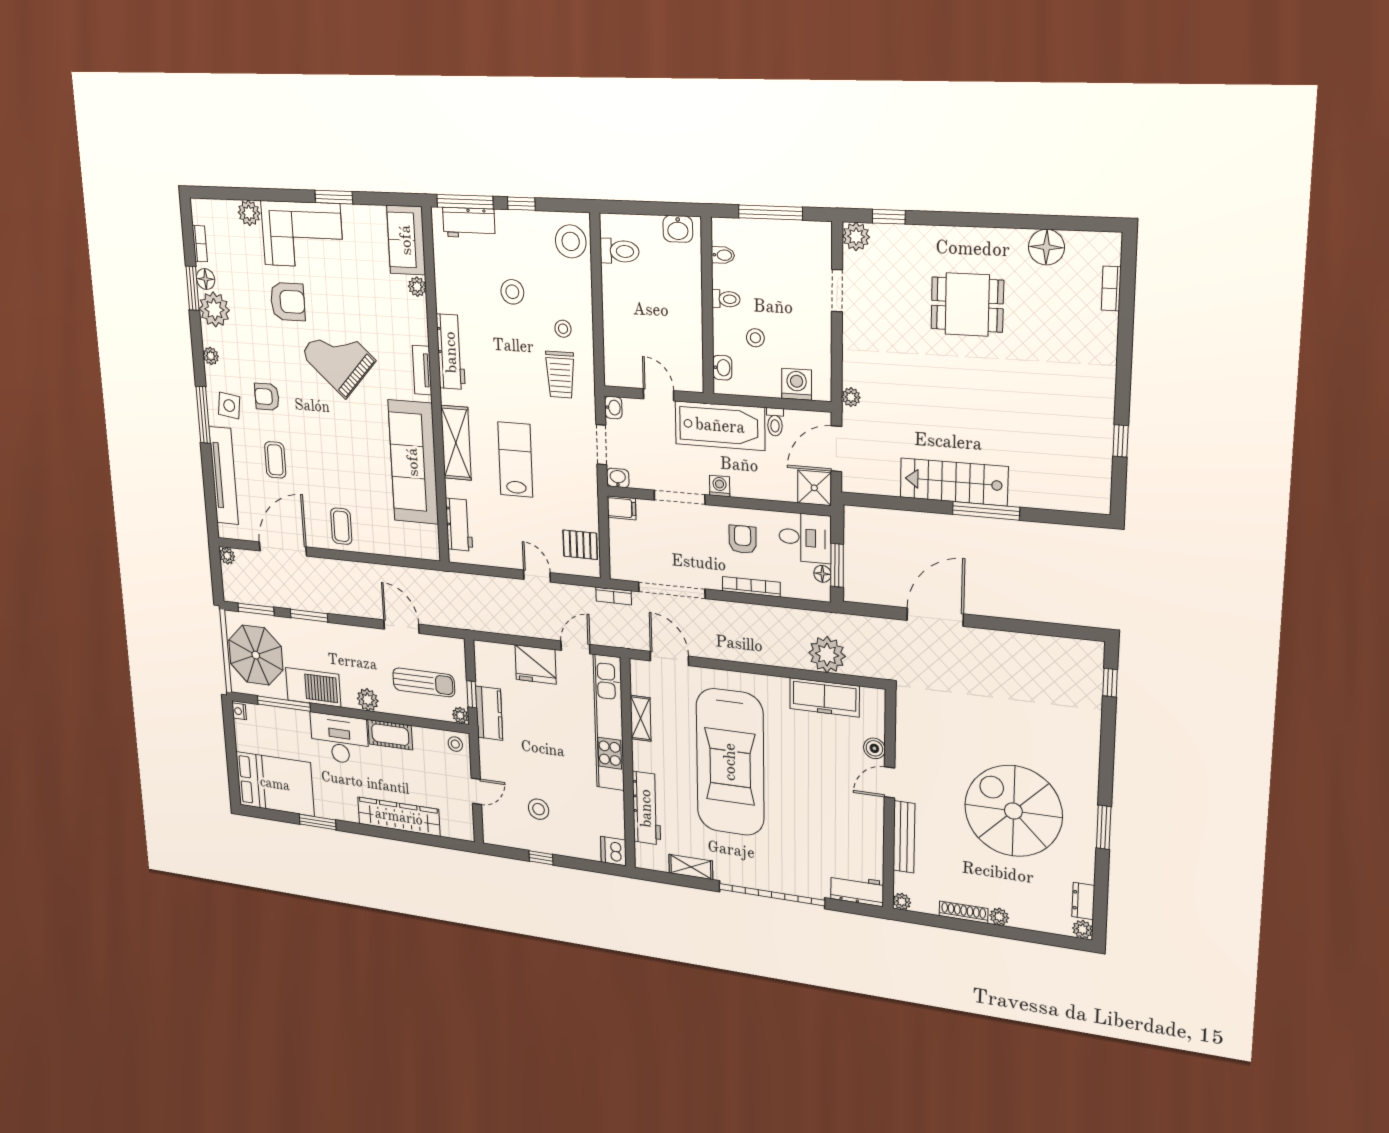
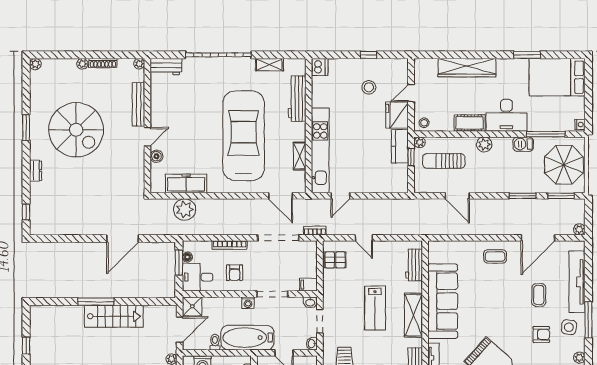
coffee table: (341, 526) -> (495, 256), turned 90
fridge: (536, 664) -> (397, 115), moved, turned -90
barbecue: (313, 687) -> (523, 144), width x0.53, depth x0.65
dresser: (1083, 901) -> (35, 171), moved

